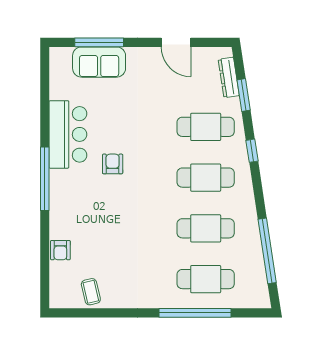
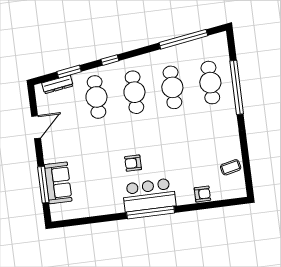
bar counter: (68, 134) -> (149, 195), moved

